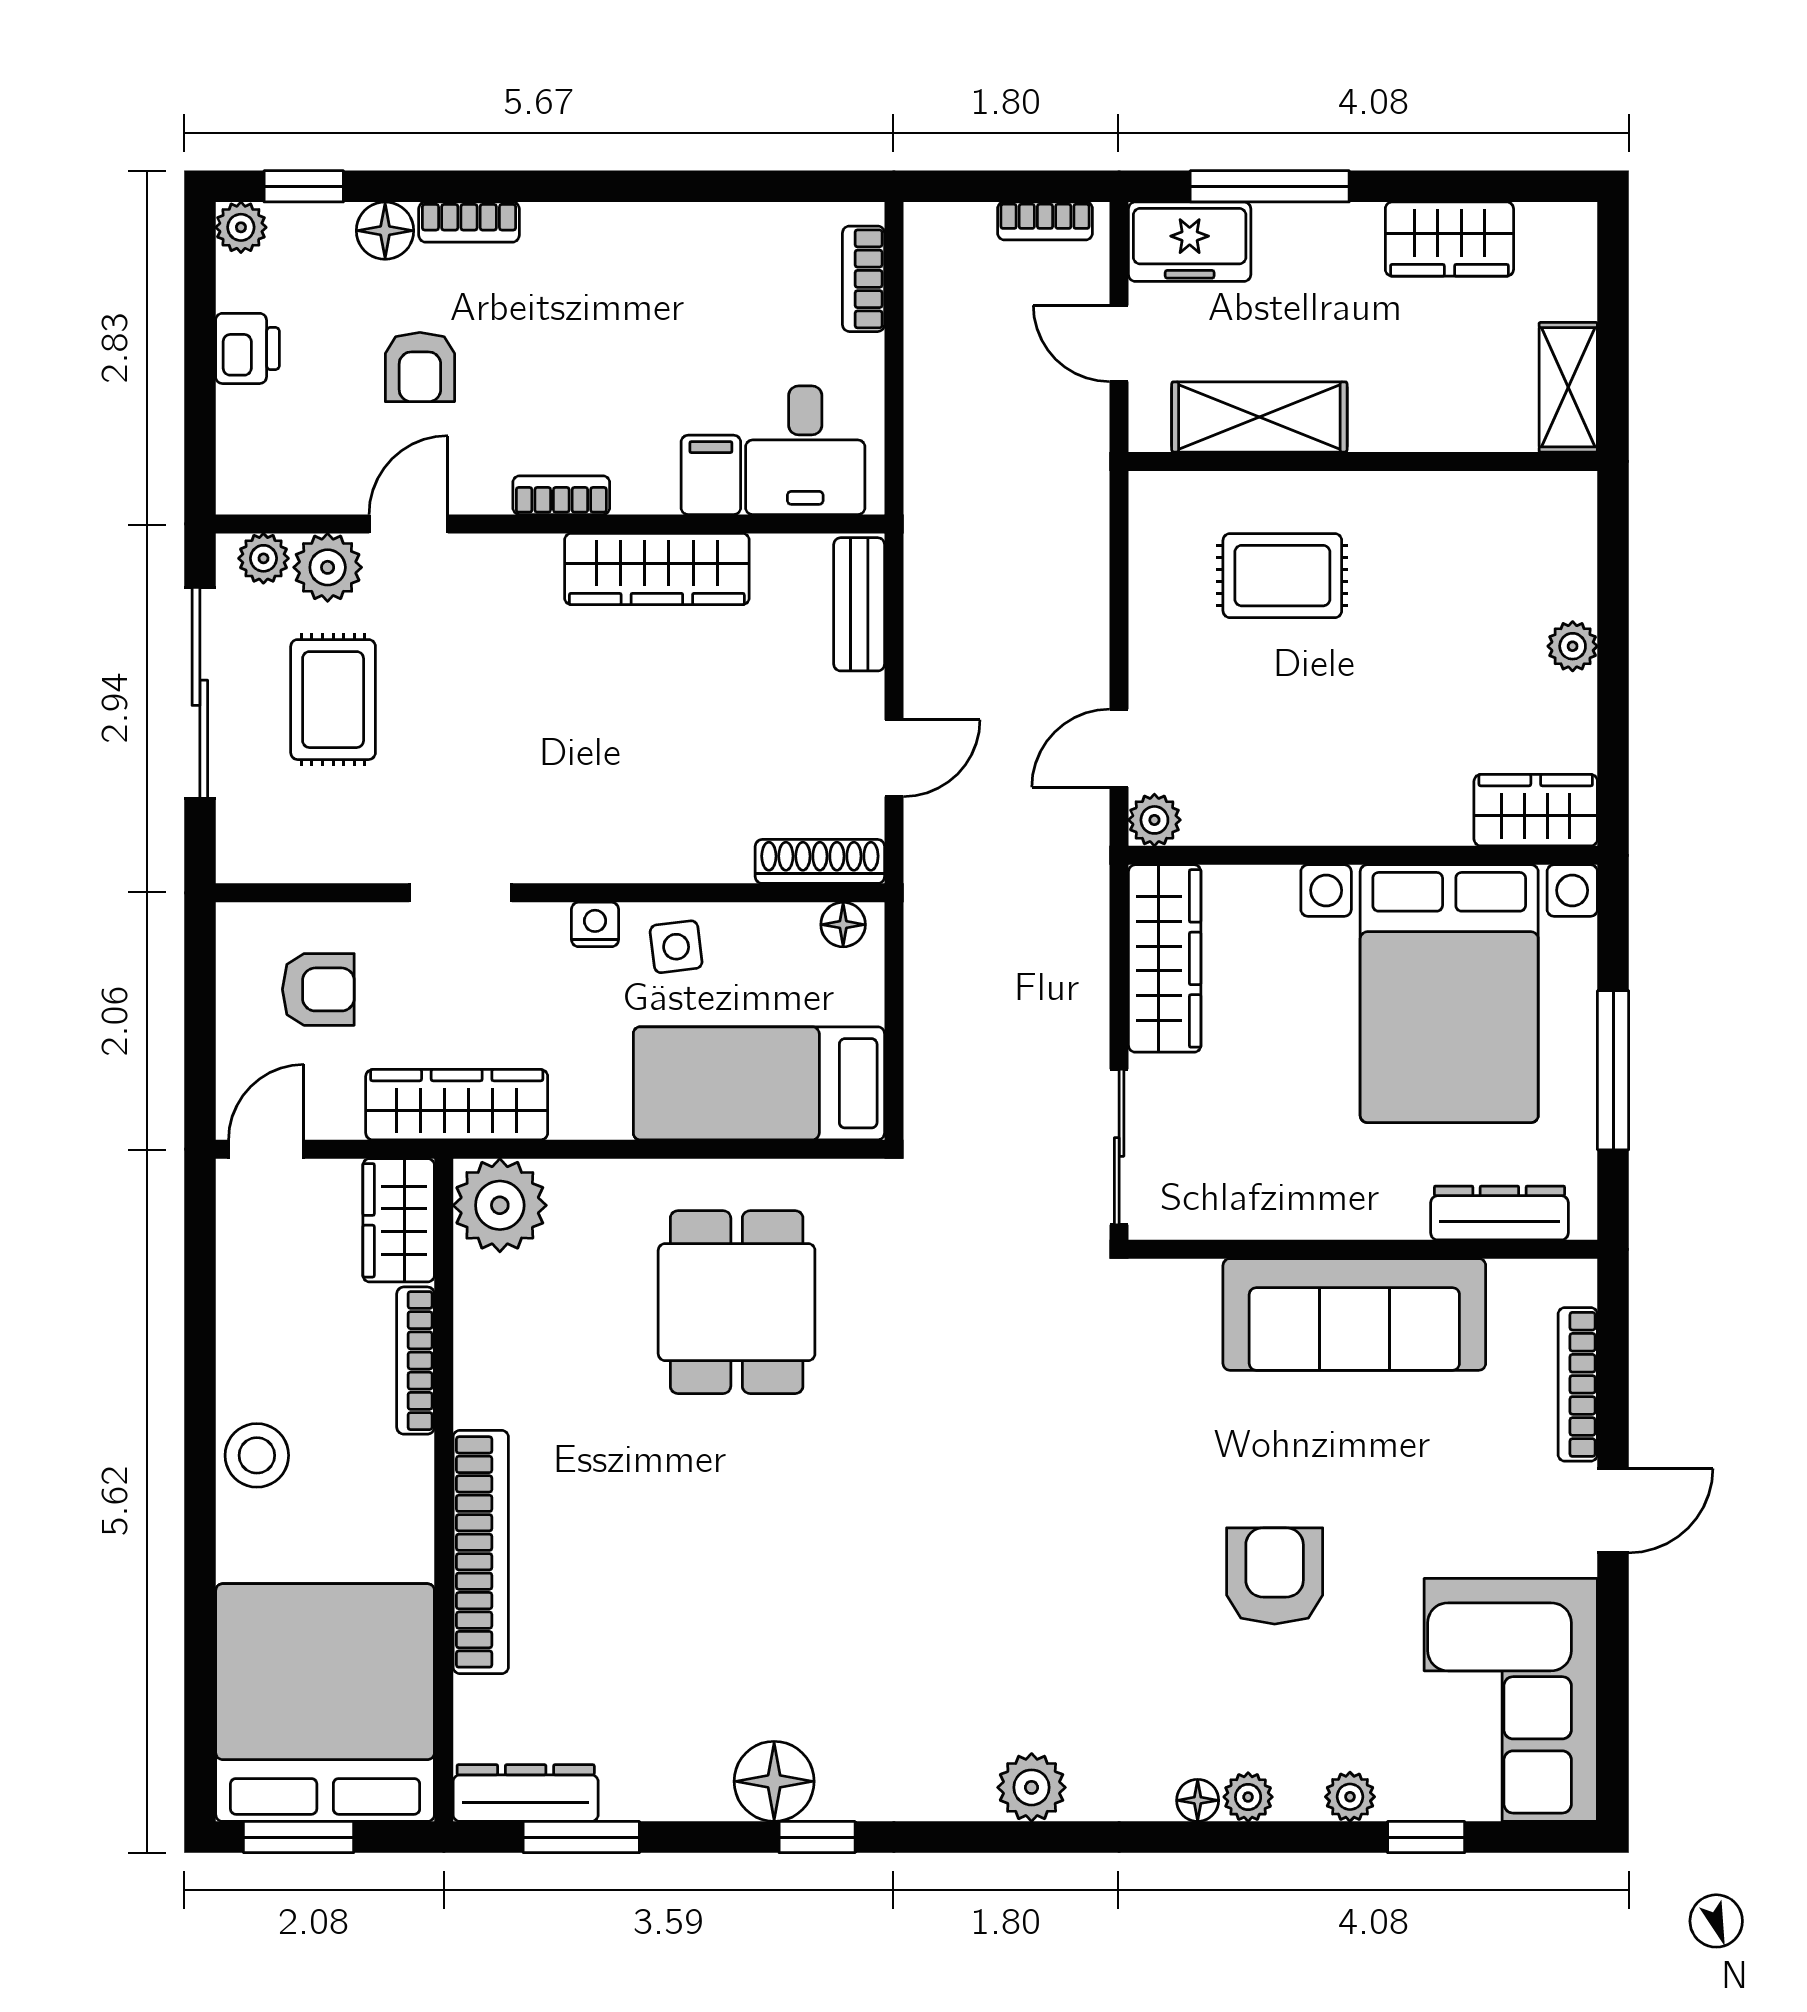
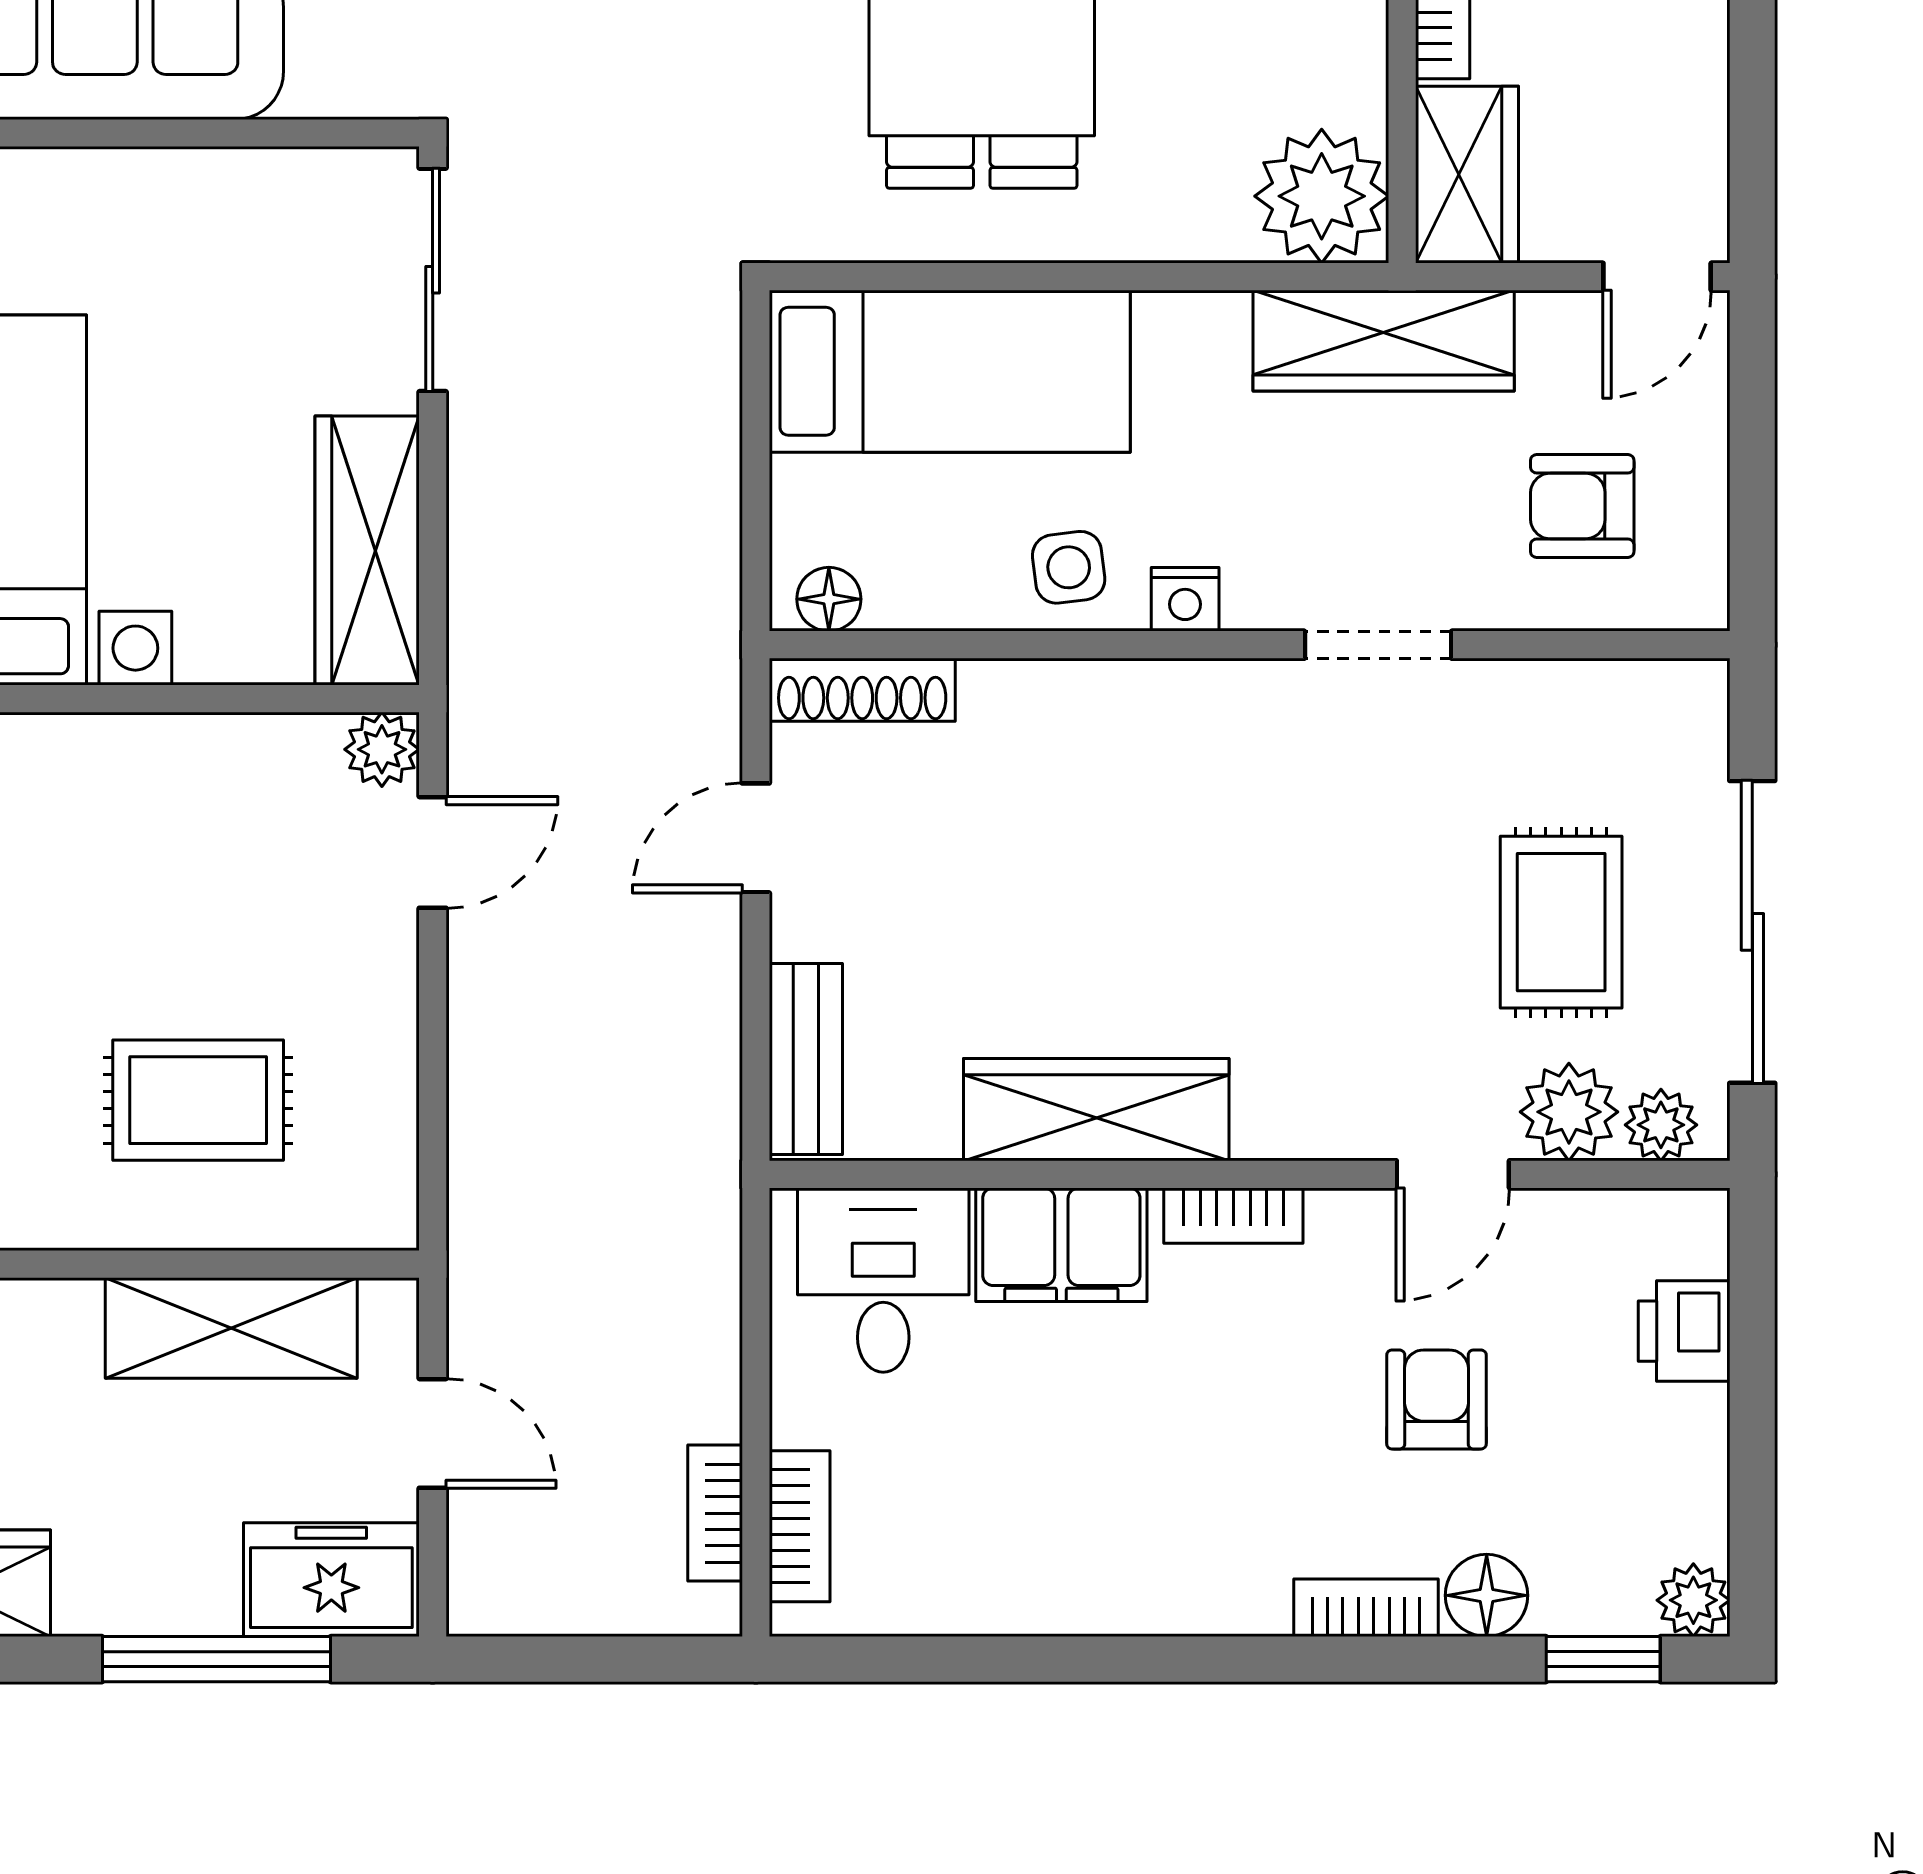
bookcase: (1045, 221) -> (715, 1513), moved, turned -90
printer: (247, 348) -> (1684, 1331), moved
filing cabinet: (711, 475) -> (1061, 1245), width x2.00

